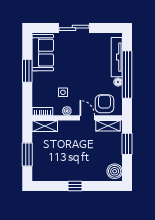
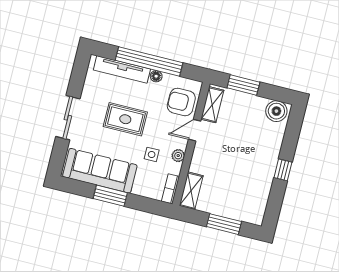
sofa: (43, 53) -> (100, 171), width x1.36
rug: (83, 68) -> (125, 119), added

